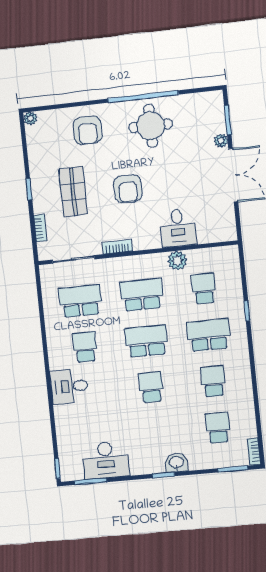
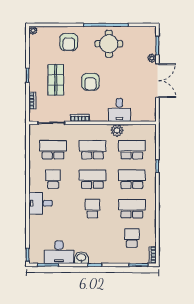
school desk: (204, 289) -> (132, 150), width x1.85
school desk: (213, 381) -> (132, 209), width x1.85
washbasin: (176, 463) -> (81, 258), moved

